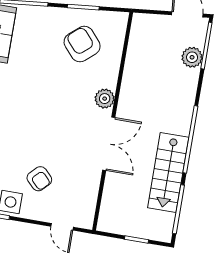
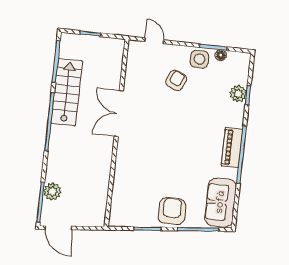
armchair: (82, 44) -> (172, 211), moved, turned -139
plant: (105, 99) -> (125, 152), removed
armchair: (39, 179) -> (176, 80), turned 68

